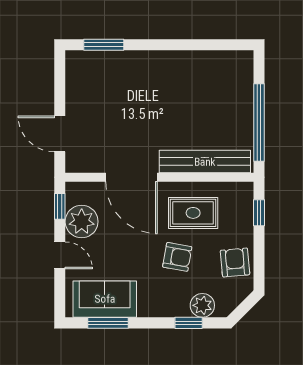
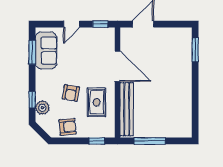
window: (259, 122) -> (150, 141), width x0.68
door: (132, 177) -> (118, 66), swing flipped
plant: (82, 222) -> (92, 37), removed

